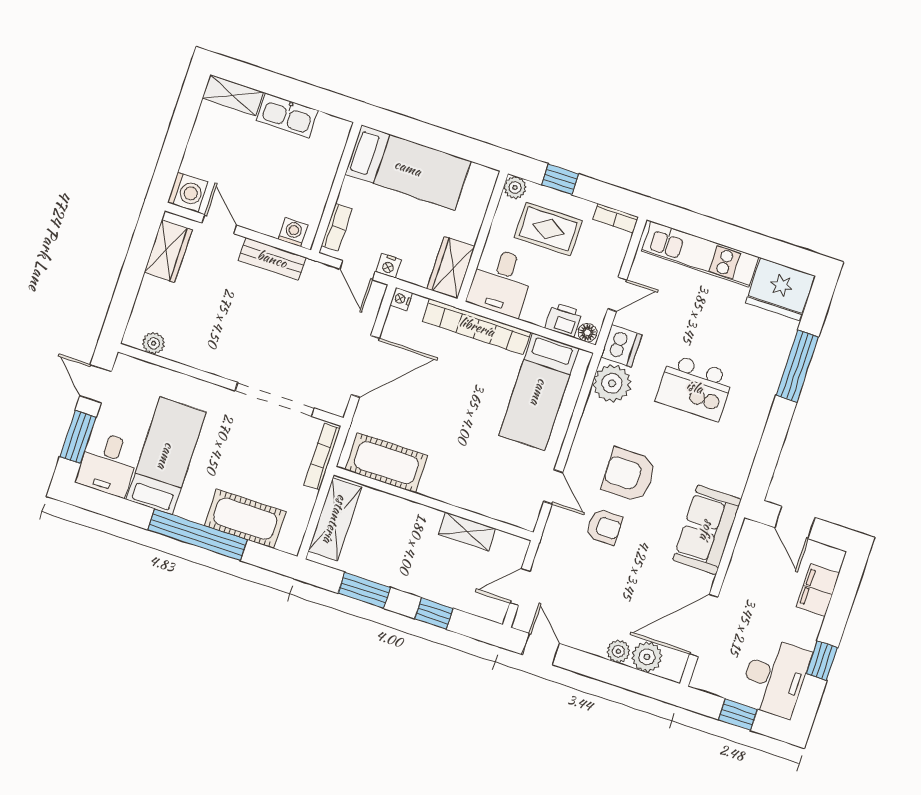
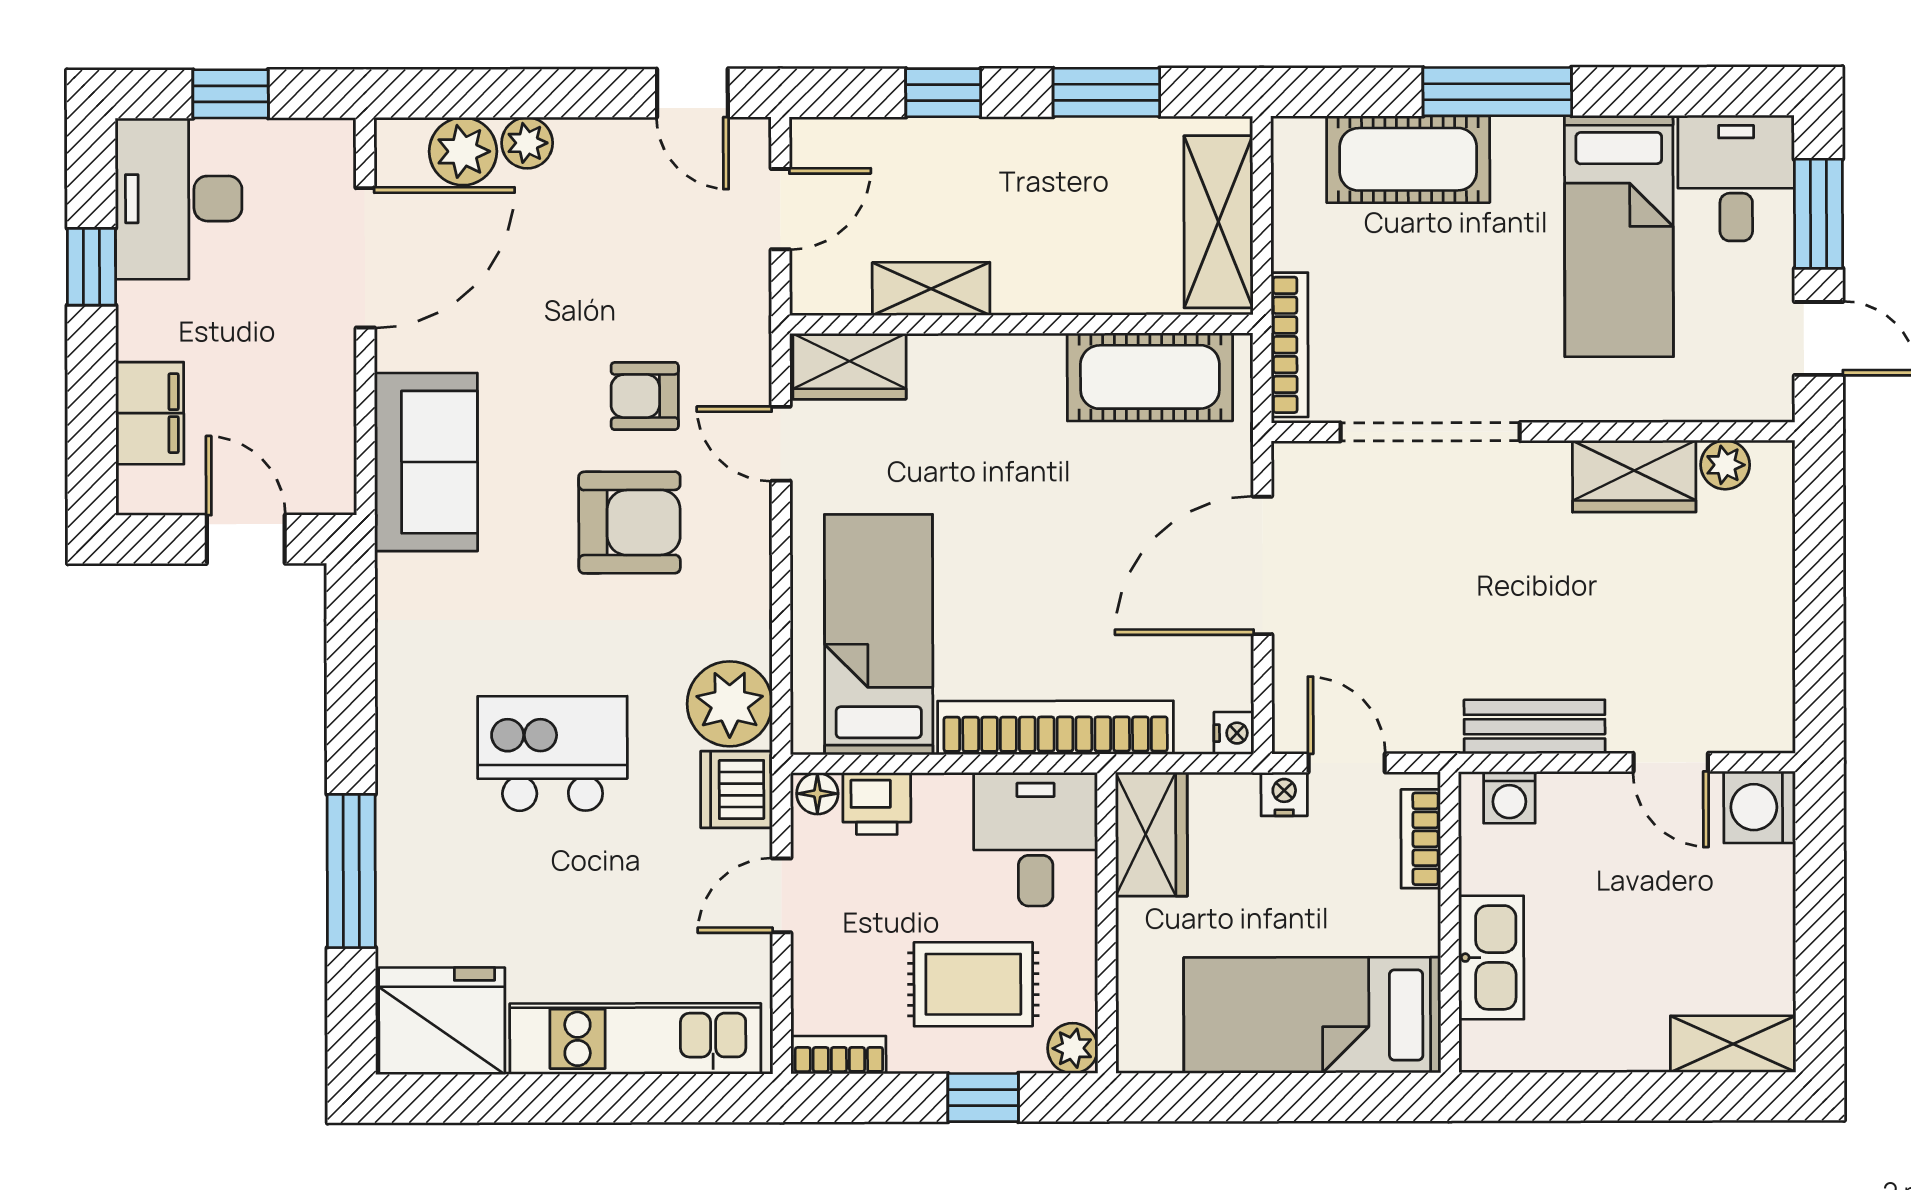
kitchen sink: (287, 115) -> (1491, 957), moved, turned 90
wardrobe: (168, 251) -> (1634, 476), moved, turned -90
wardrobe: (513, 510) -> (849, 366), added
window: (198, 535) -> (1497, 92), width x0.68

